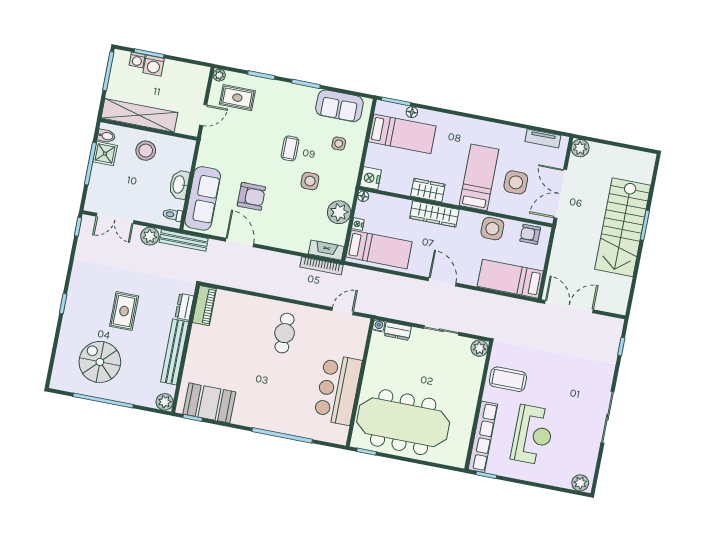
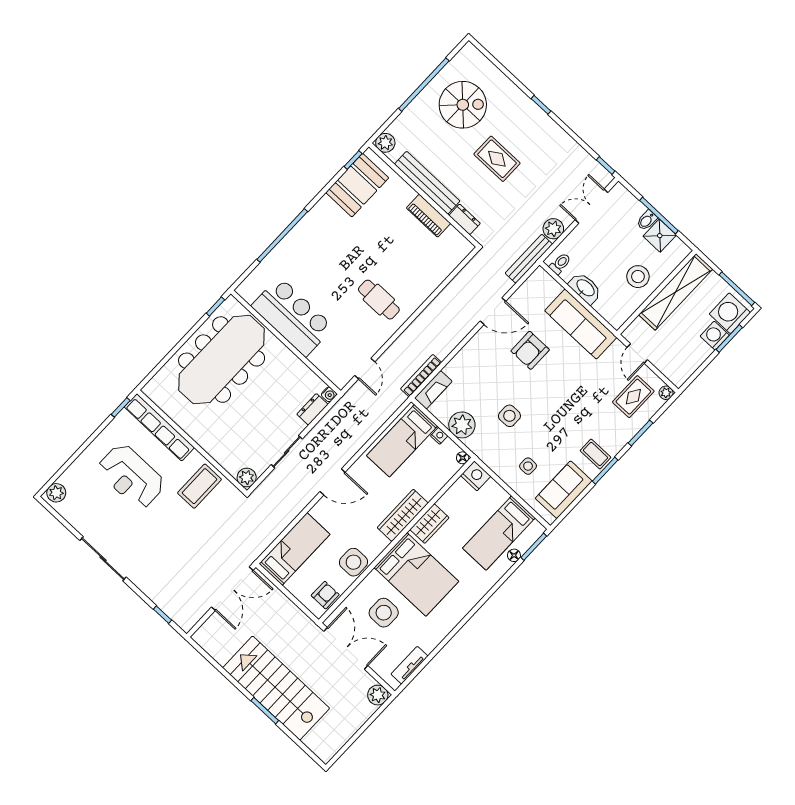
washing machine: (137, 60) -> (730, 313), width x1.89, depth x1.89
bidet: (106, 136) -> (647, 220), moved
coffee table: (290, 148) -> (595, 454), moved
bed: (479, 177) -> (416, 574), width x1.50
sofa: (203, 198) -> (581, 324), moved
piano: (204, 306) -> (429, 216), moved

